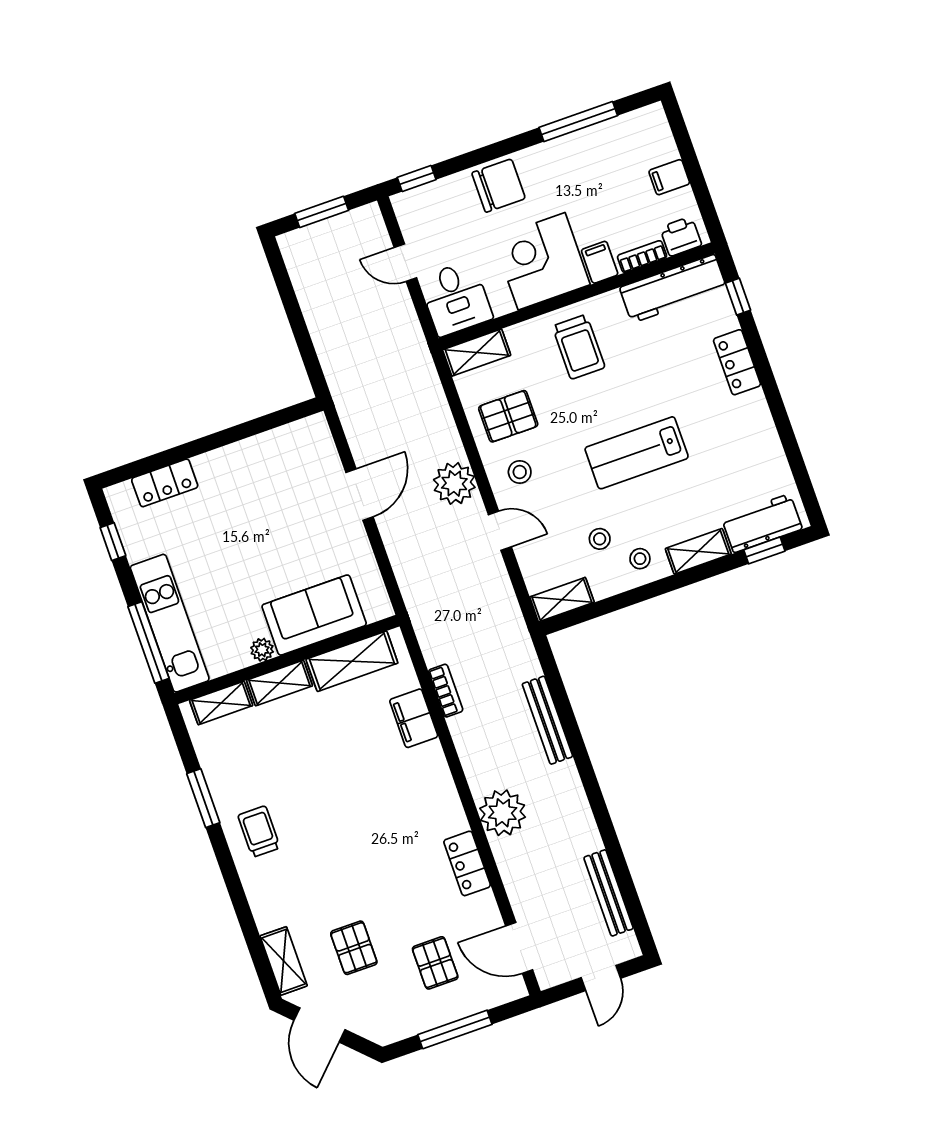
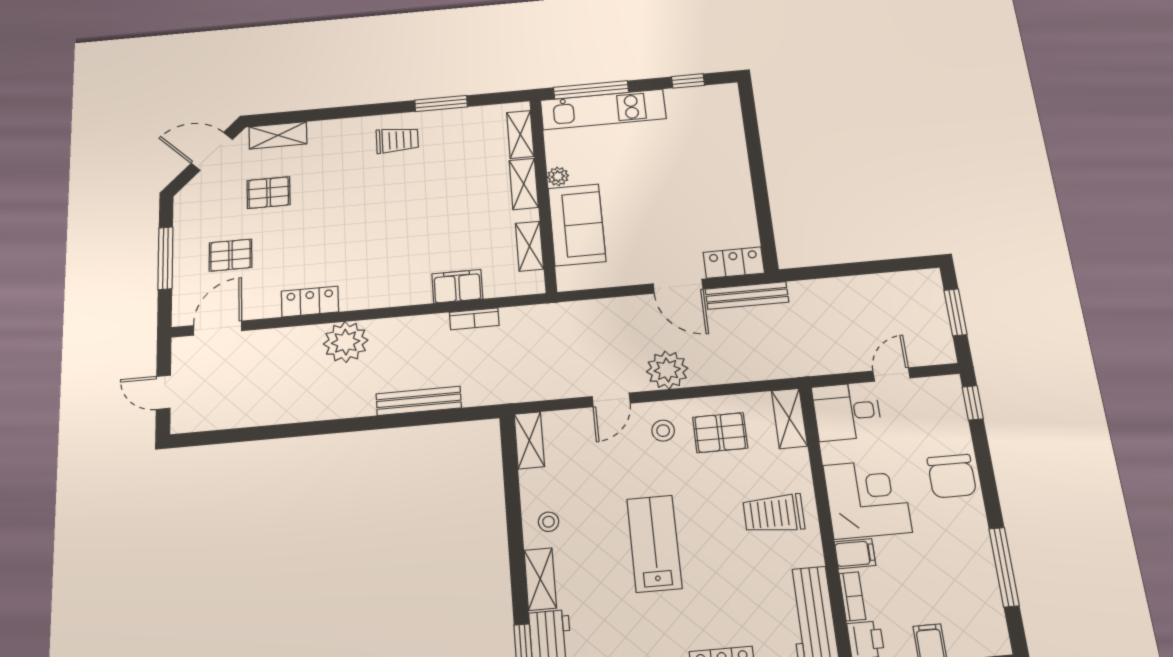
pallet: (508, 416) -> (720, 433), turned 90
locker: (165, 483) -> (734, 263), moved, turned 90
stool: (600, 539) -> (578, 489), removed
shelving: (352, 661) -> (530, 246), width x0.67, depth x0.75
bench: (609, 893) -> (747, 296), moved

